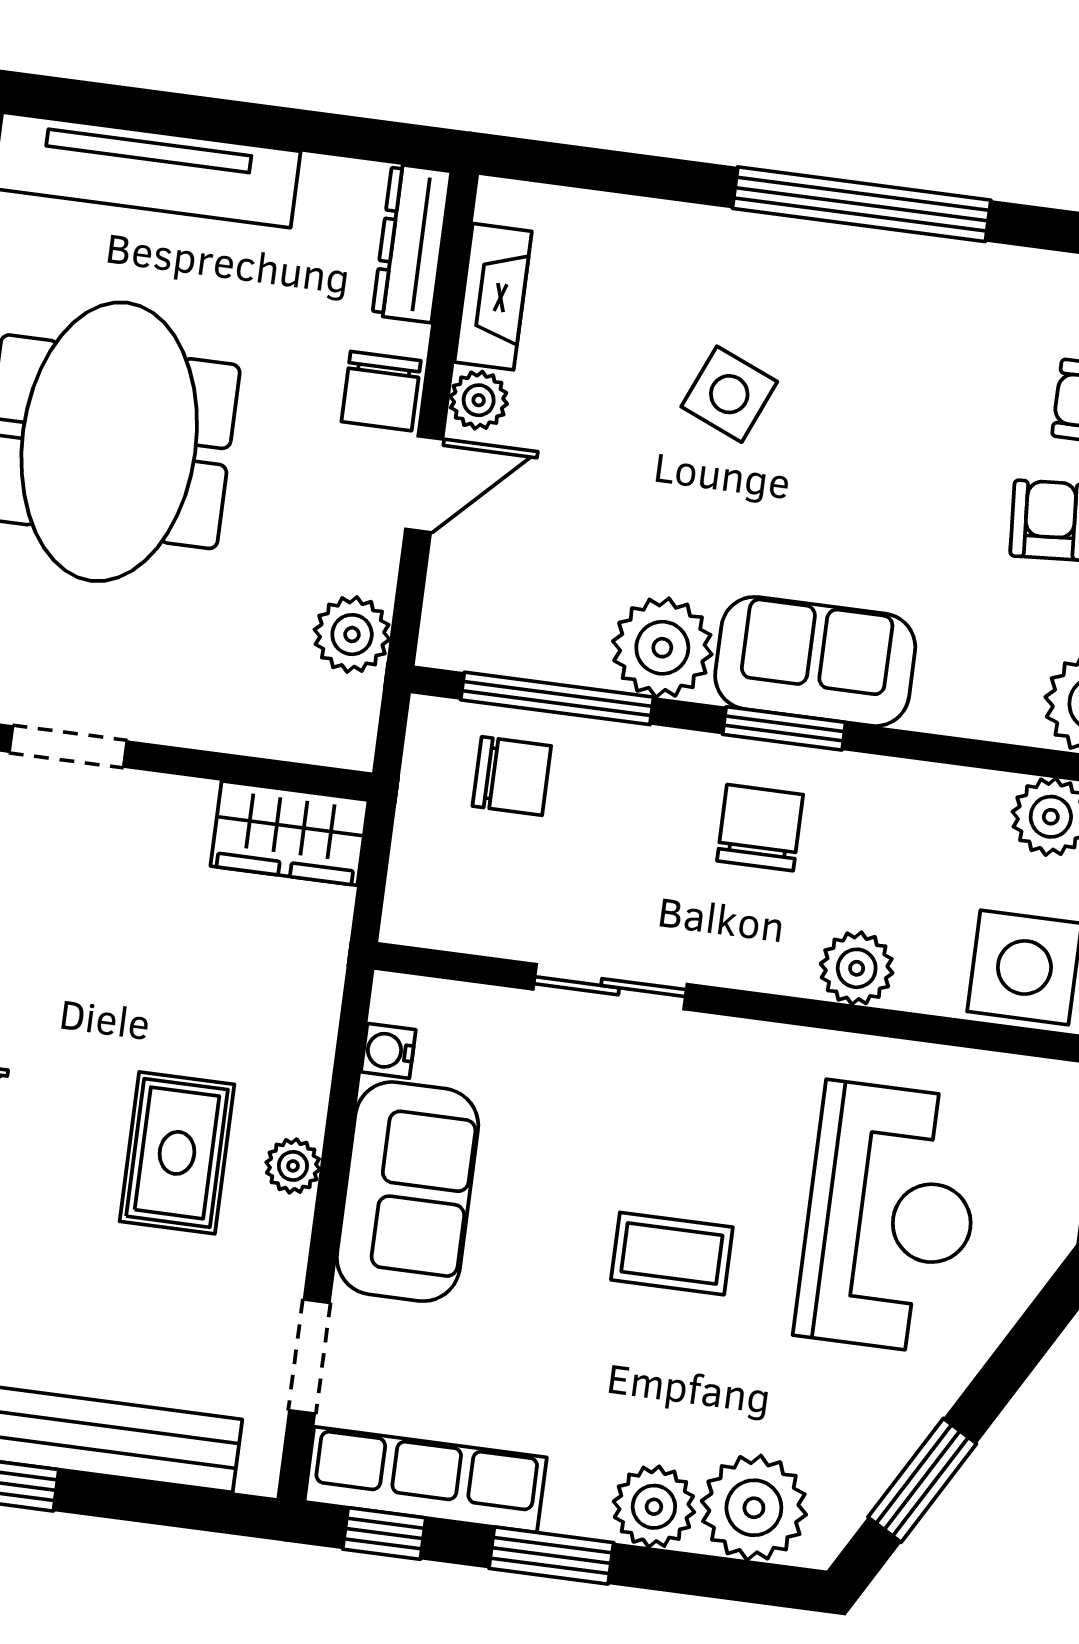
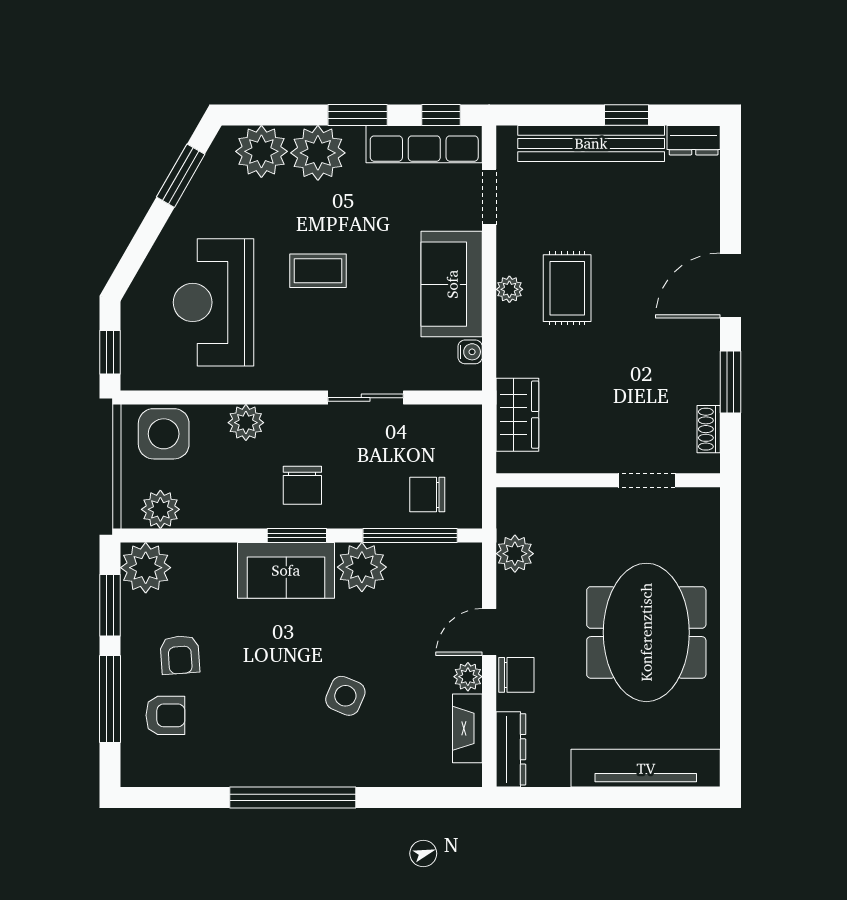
chair: (381, 391) -> (516, 675), turned 90
wardrobe: (289, 833) -> (517, 415), moved, turned 90
plant: (654, 1507) -> (318, 153), width x1.36, depth x1.36

